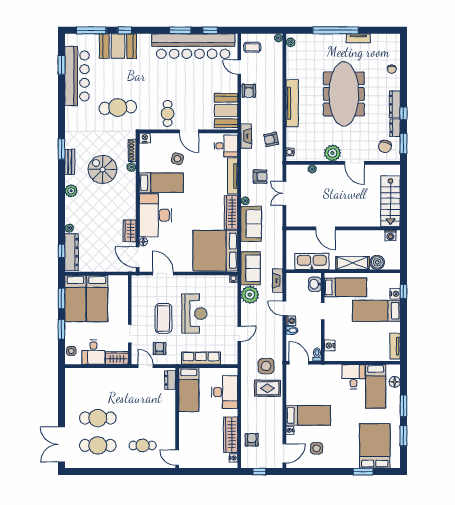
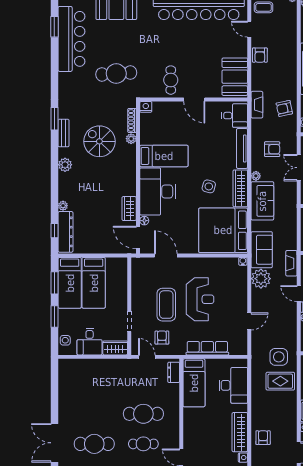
side table: (177, 159) -> (209, 186), moved
cafe table: (98, 418) -> (143, 414), moved

